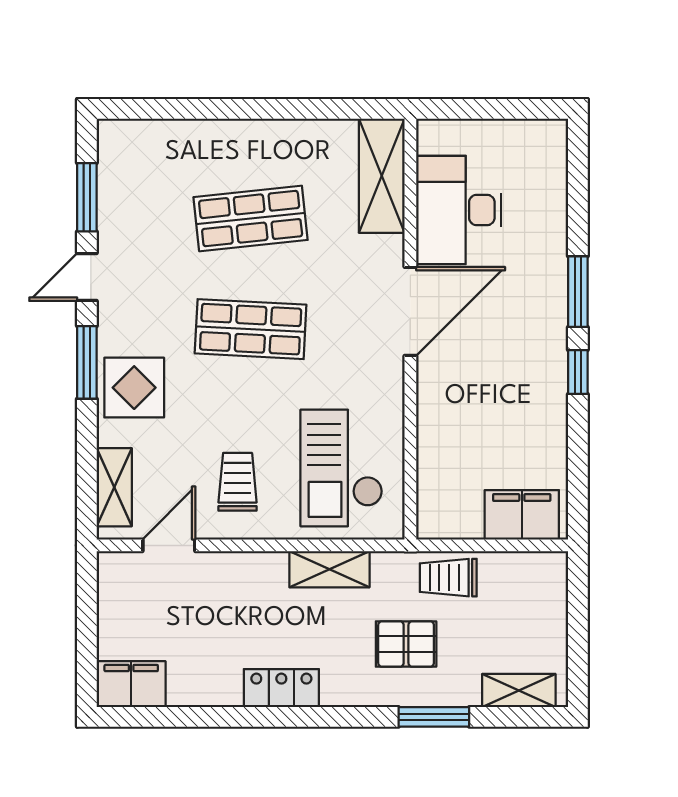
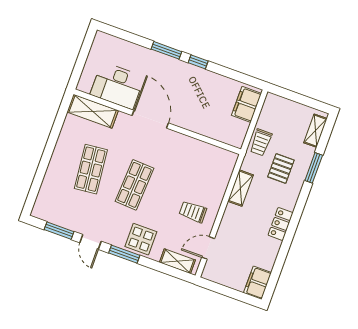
checkout: (341, 468) -> (202, 169), removed
door: (169, 545) -> (208, 248), hinge flipped

